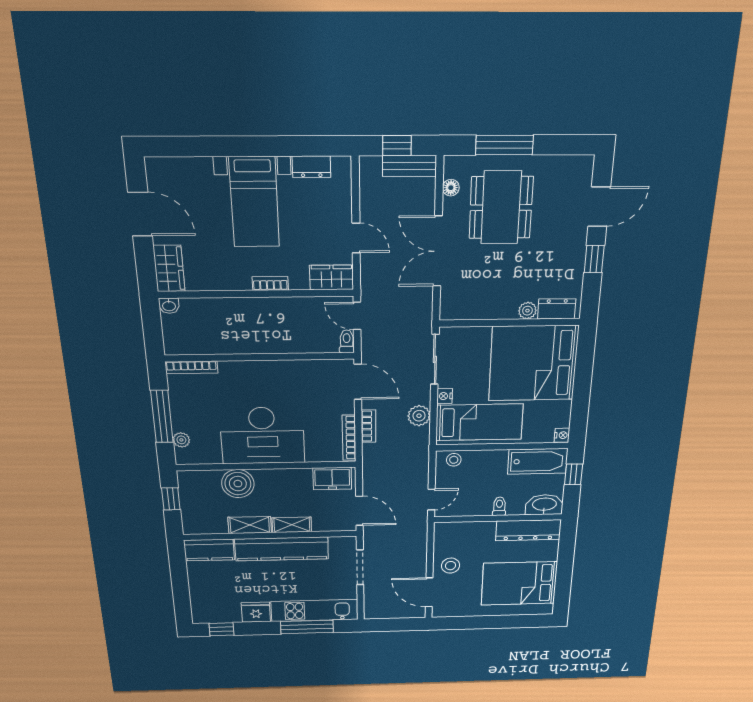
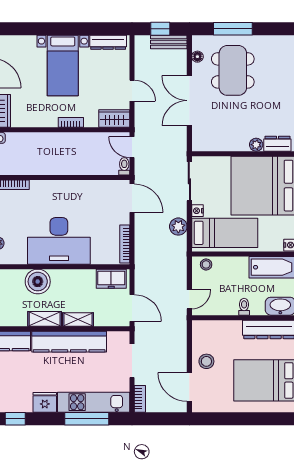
dresser: (311, 167) -> (108, 42), width x1.44
bookcase: (369, 426) -> (140, 399), moved

